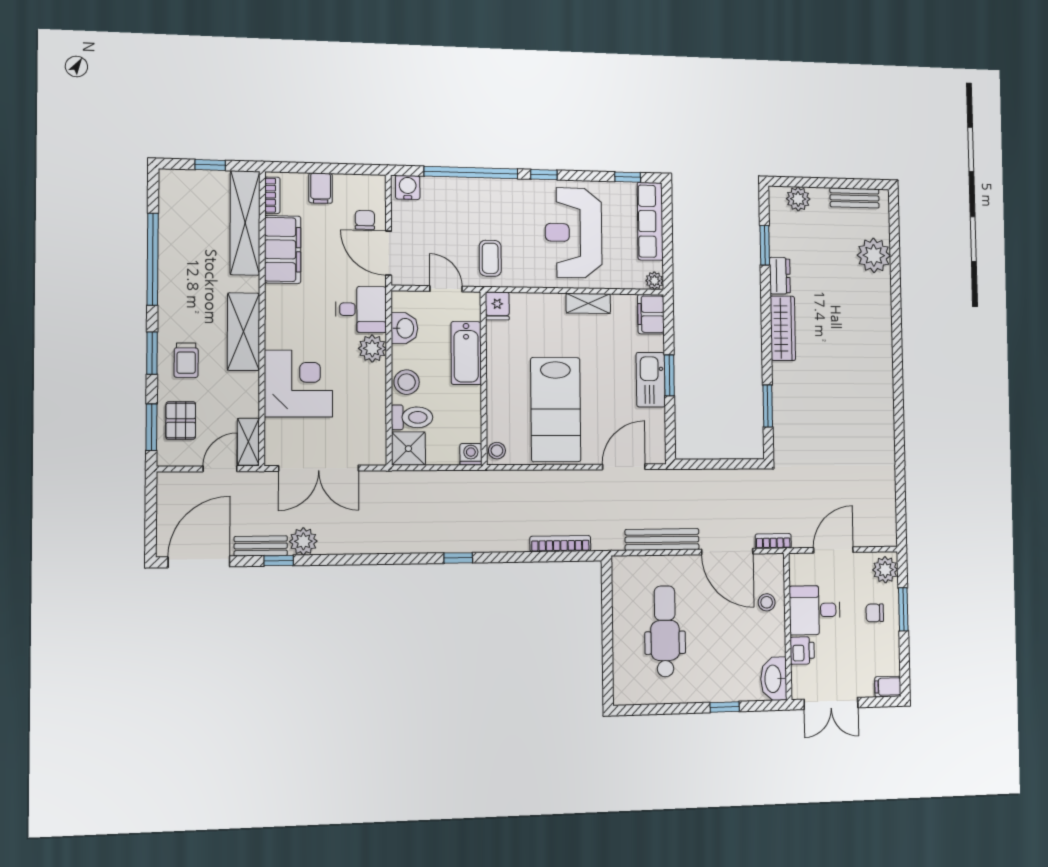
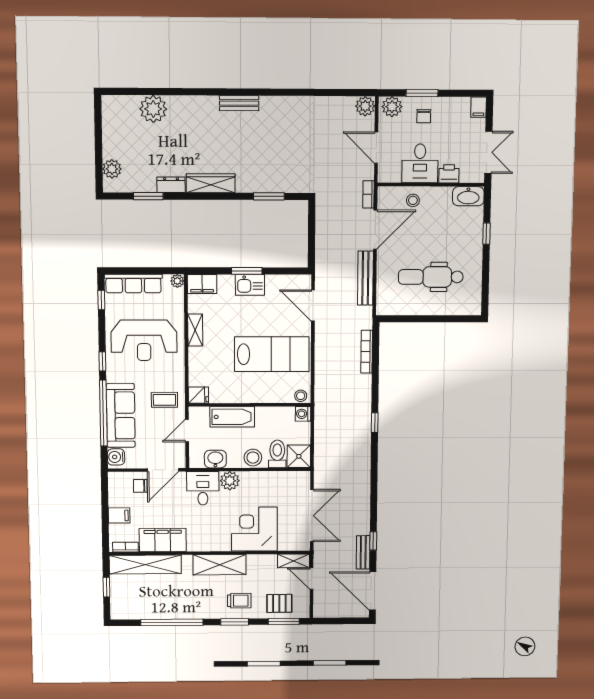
sofa: (468, 196) -> (121, 415), added
bench: (855, 198) -> (239, 103), moved, turned 90
kitchen sink: (651, 380) -> (250, 285), width x0.73
plant: (303, 541) -> (365, 106), moved

